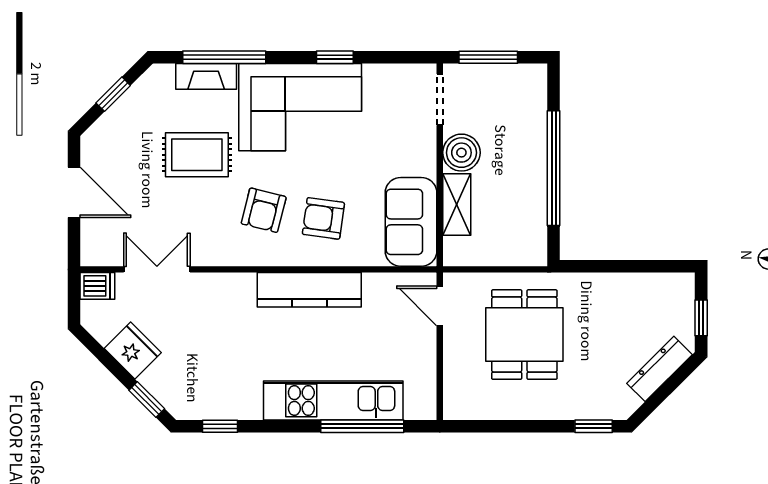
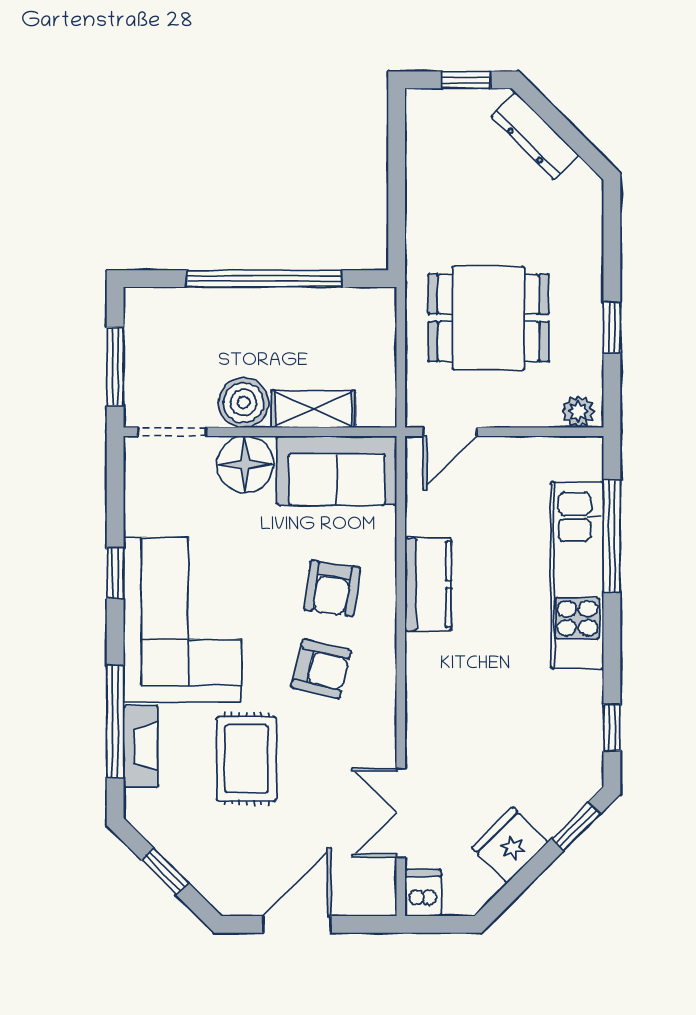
floor lamp: (416, 154) -> (245, 464), added
kitchen counter: (309, 290) -> (428, 584), width x0.67
plant: (455, 401) -> (578, 411), added
window: (594, 426) -> (612, 327), moved

